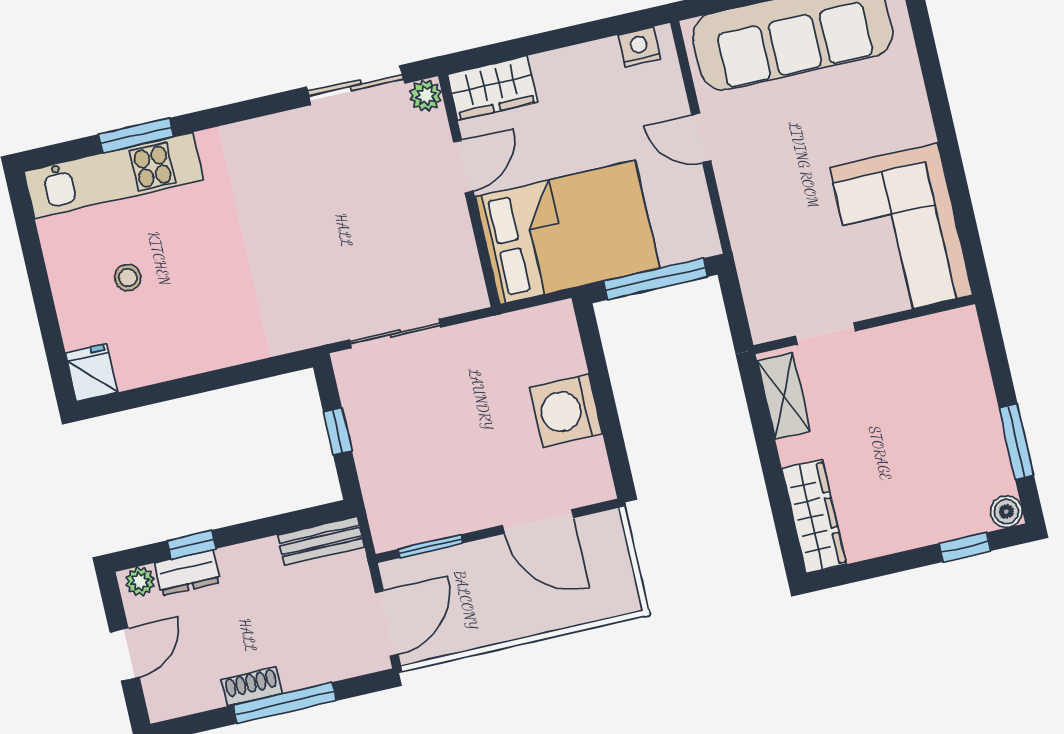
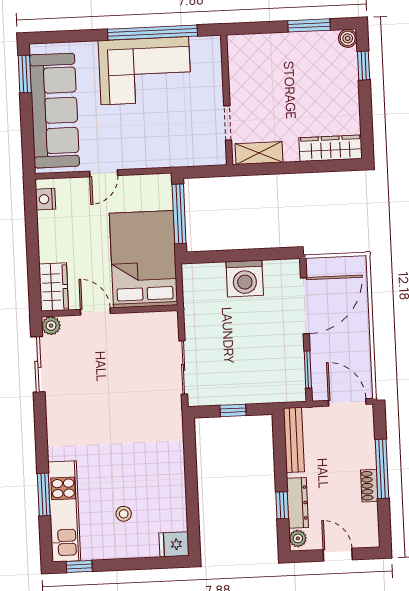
window: (956, 178) -> (153, 33), added
window: (25, 218) -> (79, 566), added
corner sofa: (901, 231) -> (145, 71), moved
door: (538, 522) -> (305, 306), width x1.36
bench: (321, 541) -> (294, 440), width x1.36
dresser: (187, 573) -> (297, 503), width x1.44

